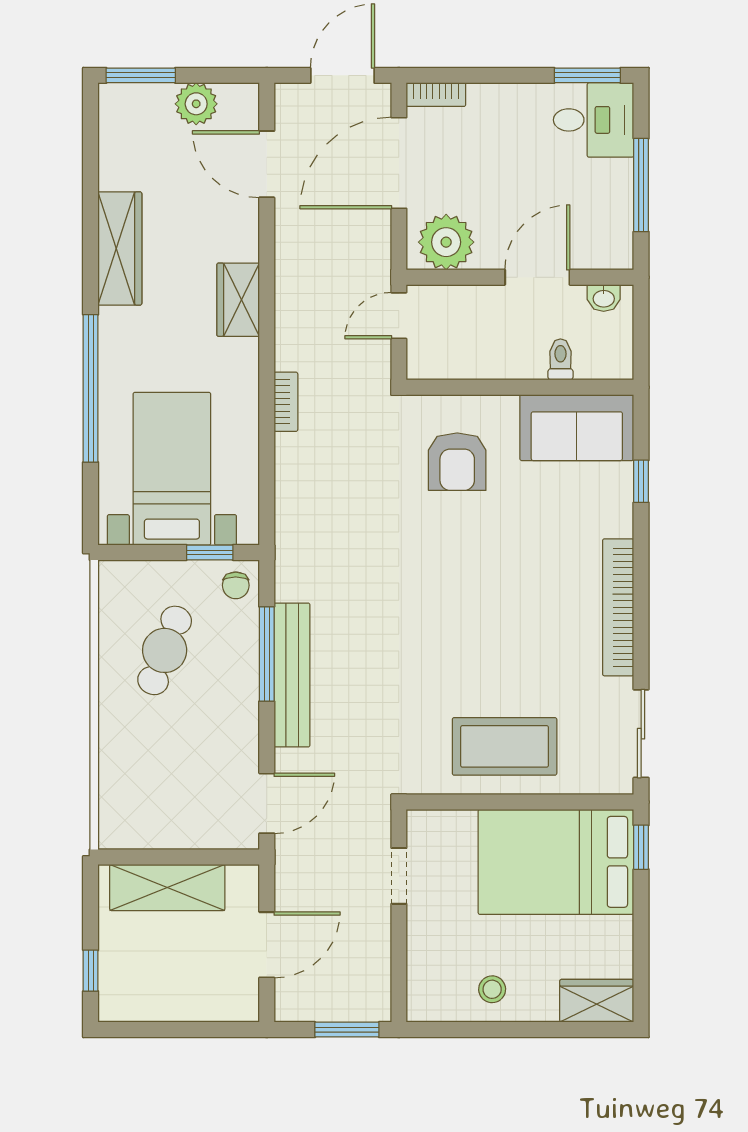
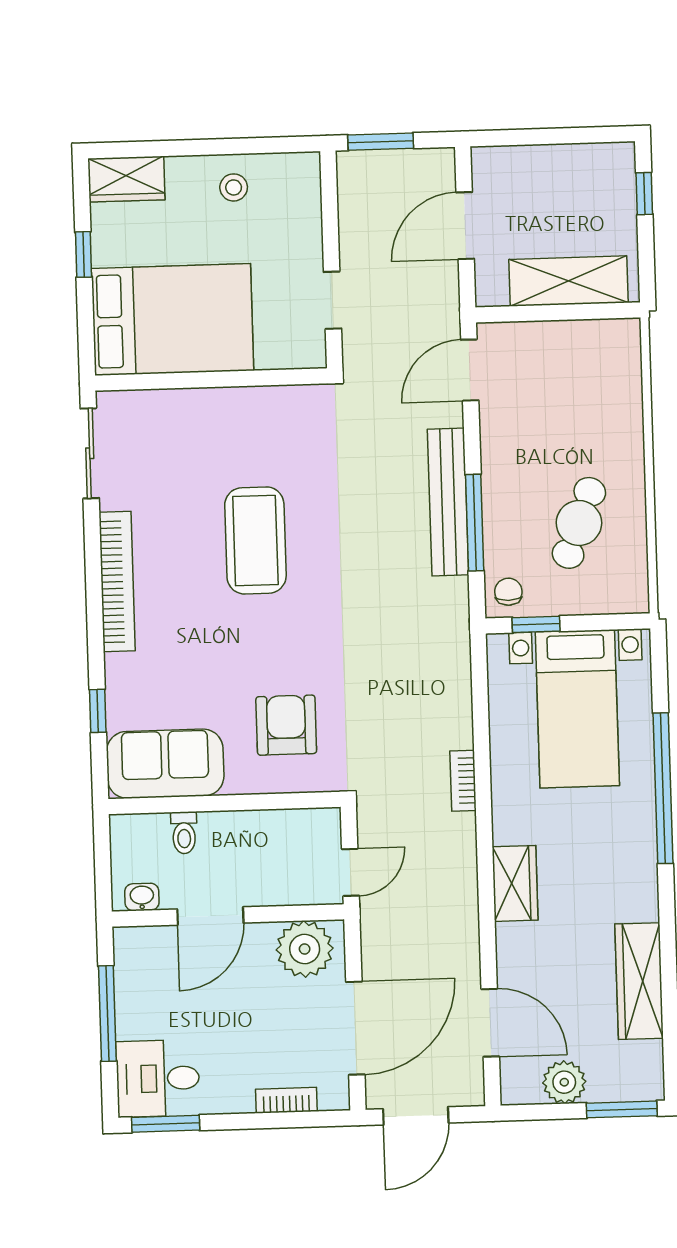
bookcase: (436, 95) -> (286, 1100), moved
wardrobe: (120, 248) -> (639, 981), moved
coffee table: (505, 746) -> (255, 540), moved, turned 90
window: (641, 847) -> (83, 254), moved

